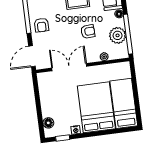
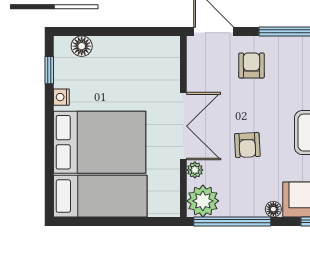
armchair: (42, 25) -> (251, 65), moved, turned 90
plant: (118, 35) -> (203, 201), moved
double door: (69, 67) -> (183, 126), moved

